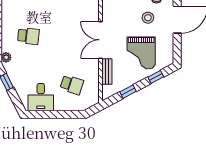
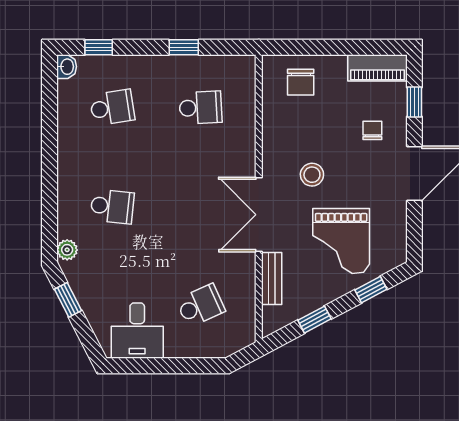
stool: (148, 18) -> (312, 175), moved
school desk: (72, 85) -> (200, 305), turned -42

